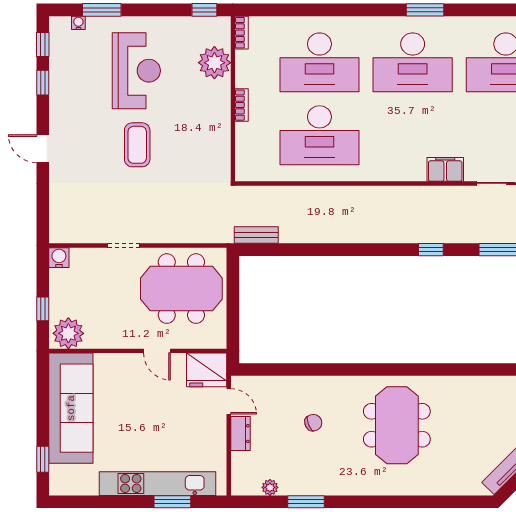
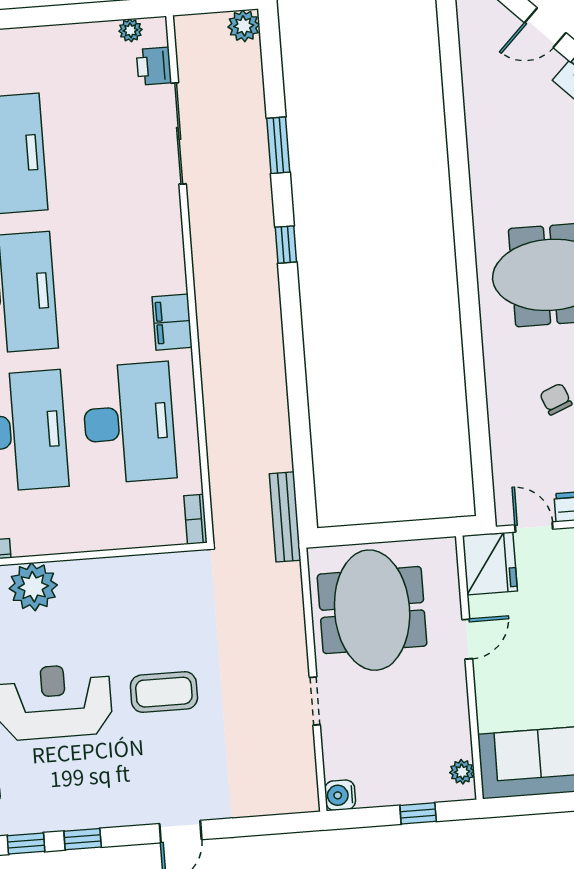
bookcase: (241, 105) -> (195, 519), moved, turned -90
filing cabinet: (445, 169) -> (172, 322), moved
bench: (256, 235) -> (285, 517), width x1.36
plant: (68, 333) -> (462, 772), width x0.53, depth x0.53
door: (229, 401) -> (534, 527), hinge flipped

